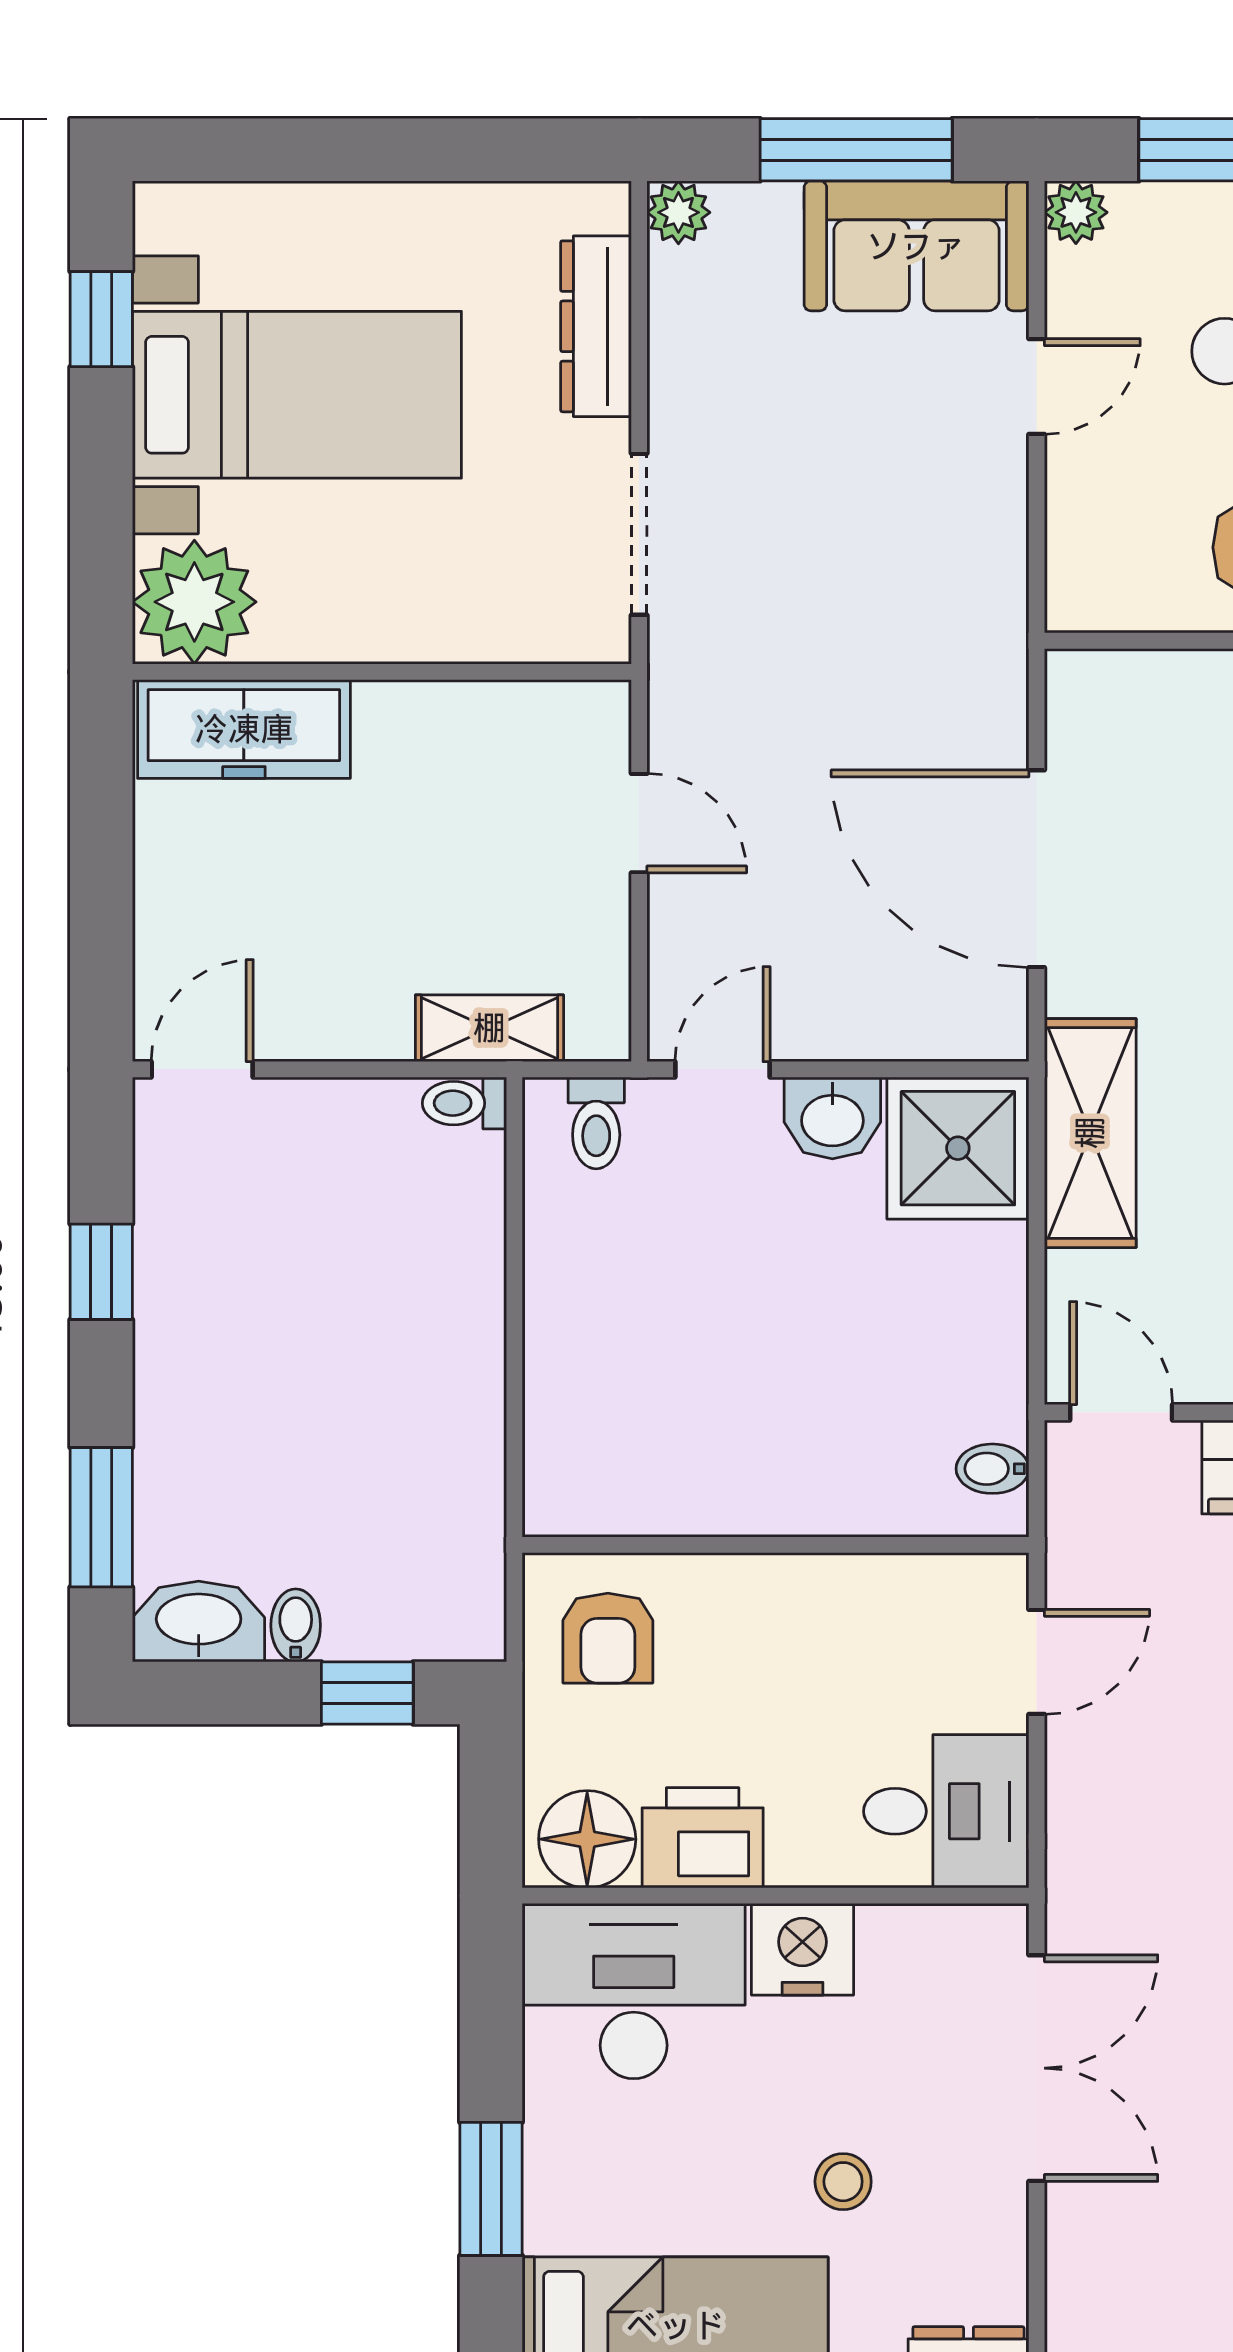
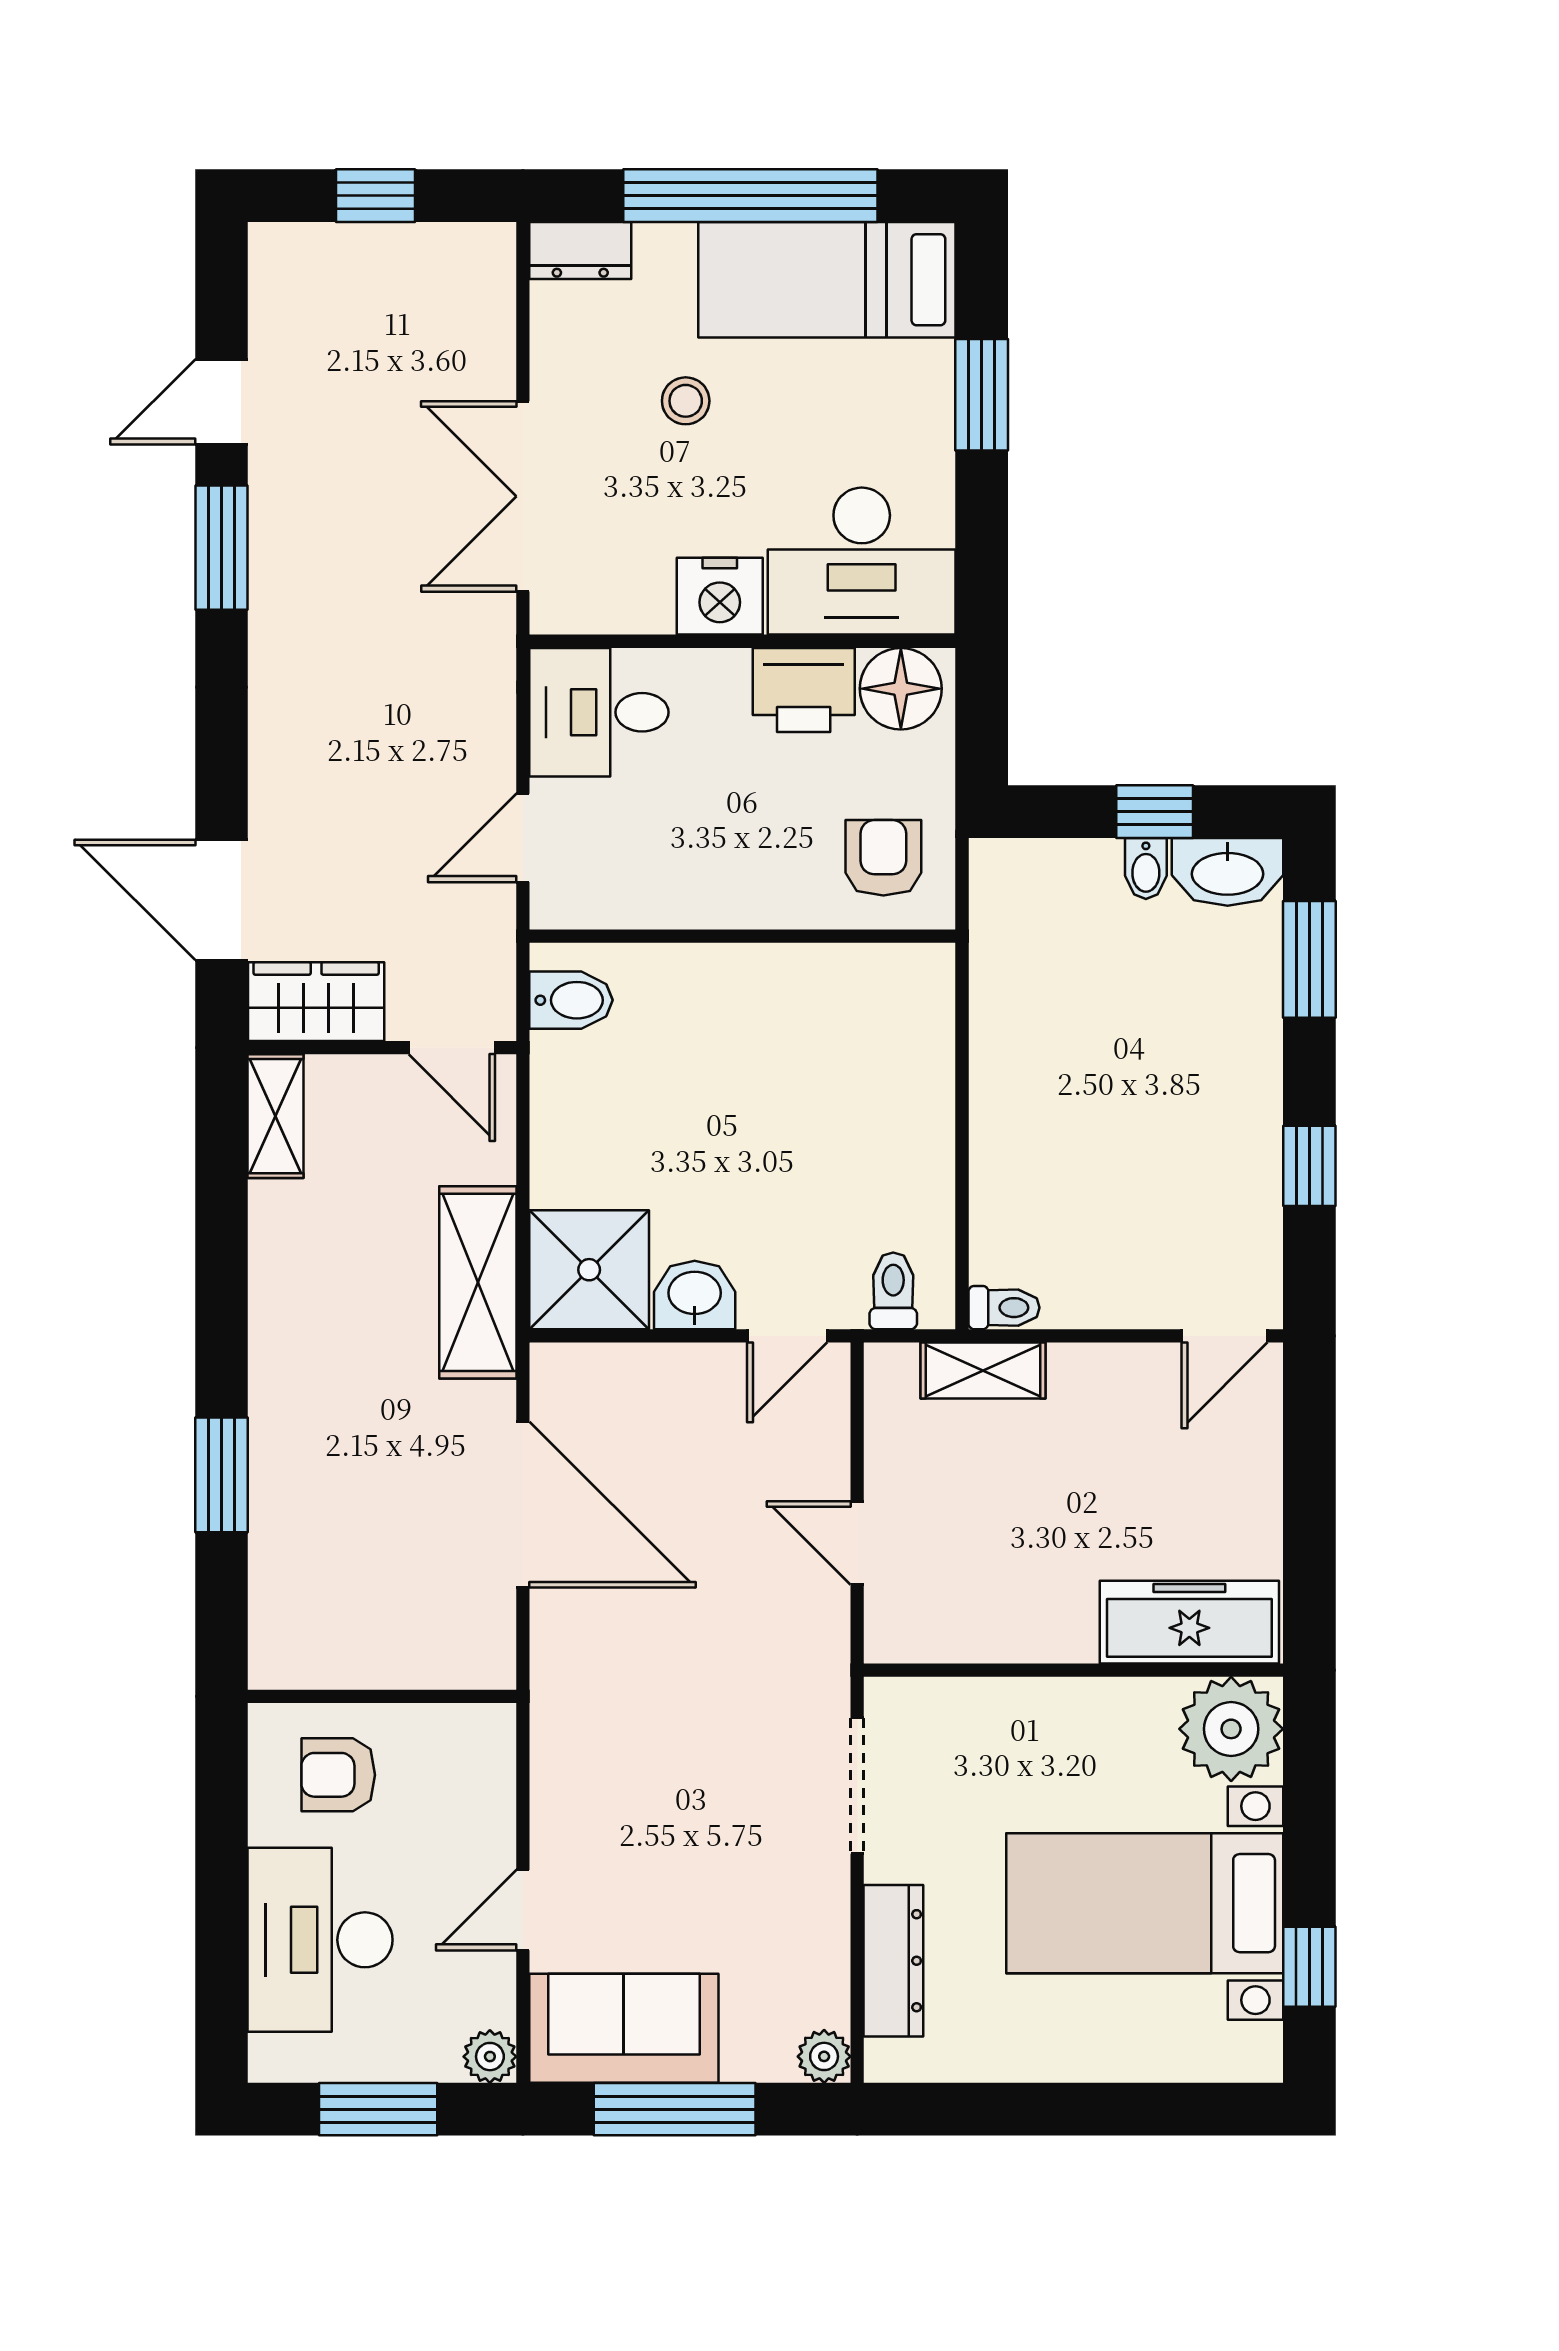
bidet: (992, 1469) -> (571, 1000), width x1.38, depth x1.36
window: (367, 1693) -> (1155, 812), moved

